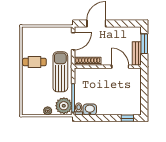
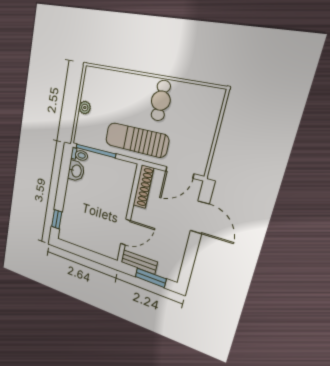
door: (73, 41) -> (180, 173), hinge flipped
sun lounger: (60, 72) -> (137, 140), turned 180
plant: (64, 106) -> (87, 134), removed

